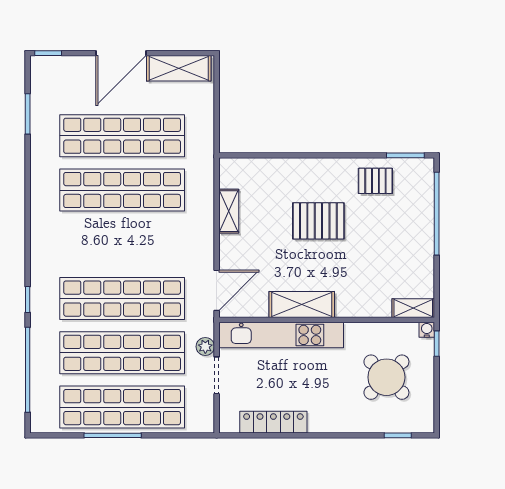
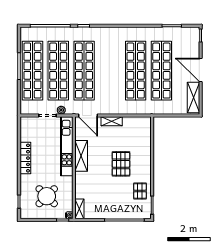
shelving: (229, 211) -> (112, 121), moved
locker: (273, 422) -> (25, 158), moved

